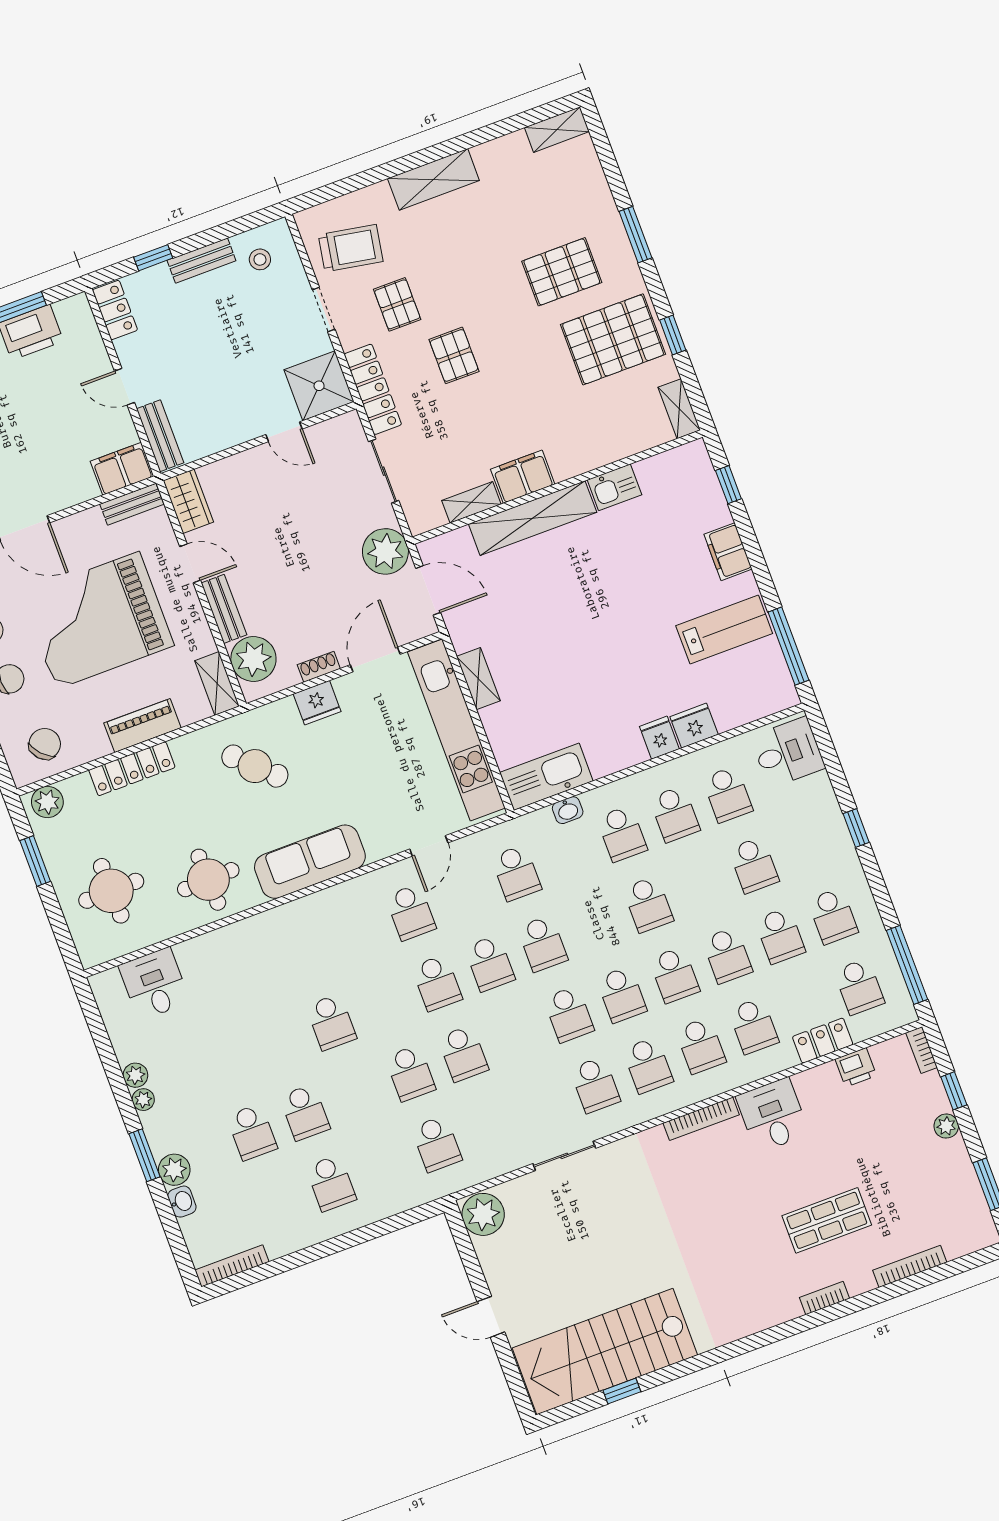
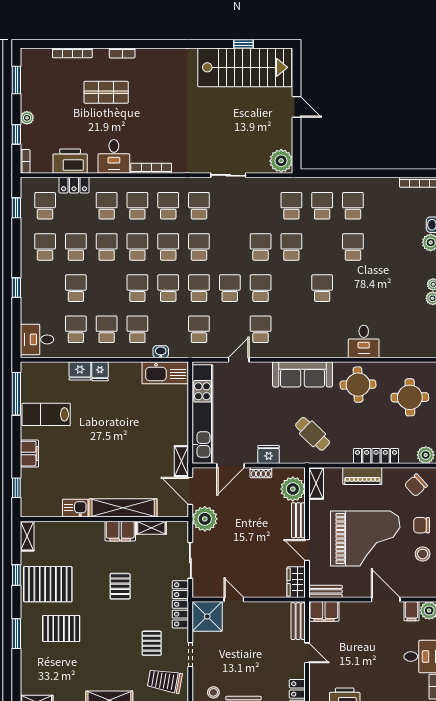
pallet: (454, 355) -> (120, 586), moved
shelving: (478, 679) -> (181, 461), moved
school desk: (595, 924) -> (168, 288), added
window: (907, 965) -> (16, 208), width x0.46
desk: (154, 984) -> (364, 341), moved
printer: (856, 1067) -> (70, 161), width x1.87, depth x1.48
school desk: (252, 1132) -> (322, 206), moved

